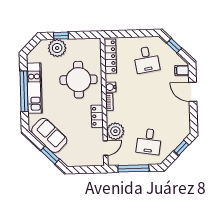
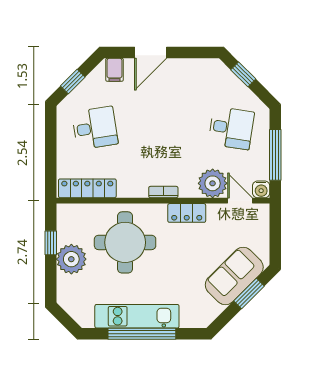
window: (61, 36) -> (51, 243), moved
plant: (57, 48) -> (71, 259), moved
water cooler: (111, 87) -> (261, 189), moved
sofa: (49, 135) -> (234, 276), moved

